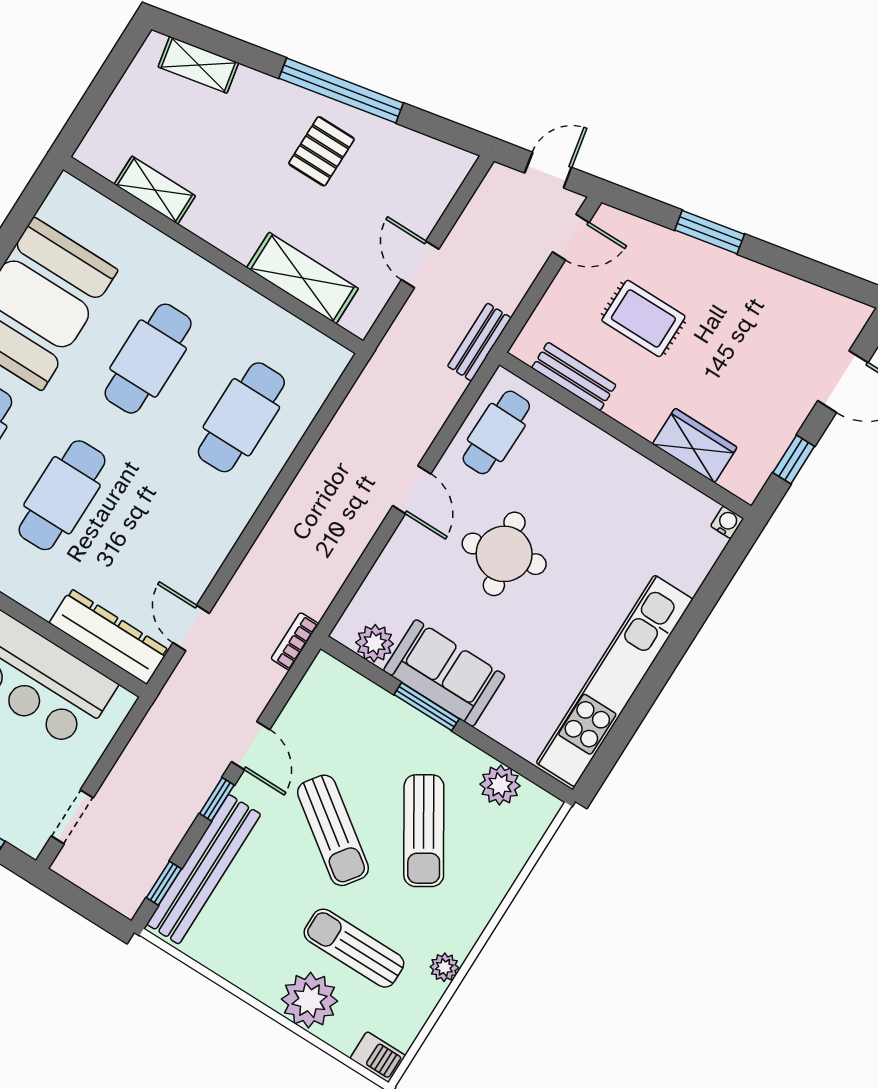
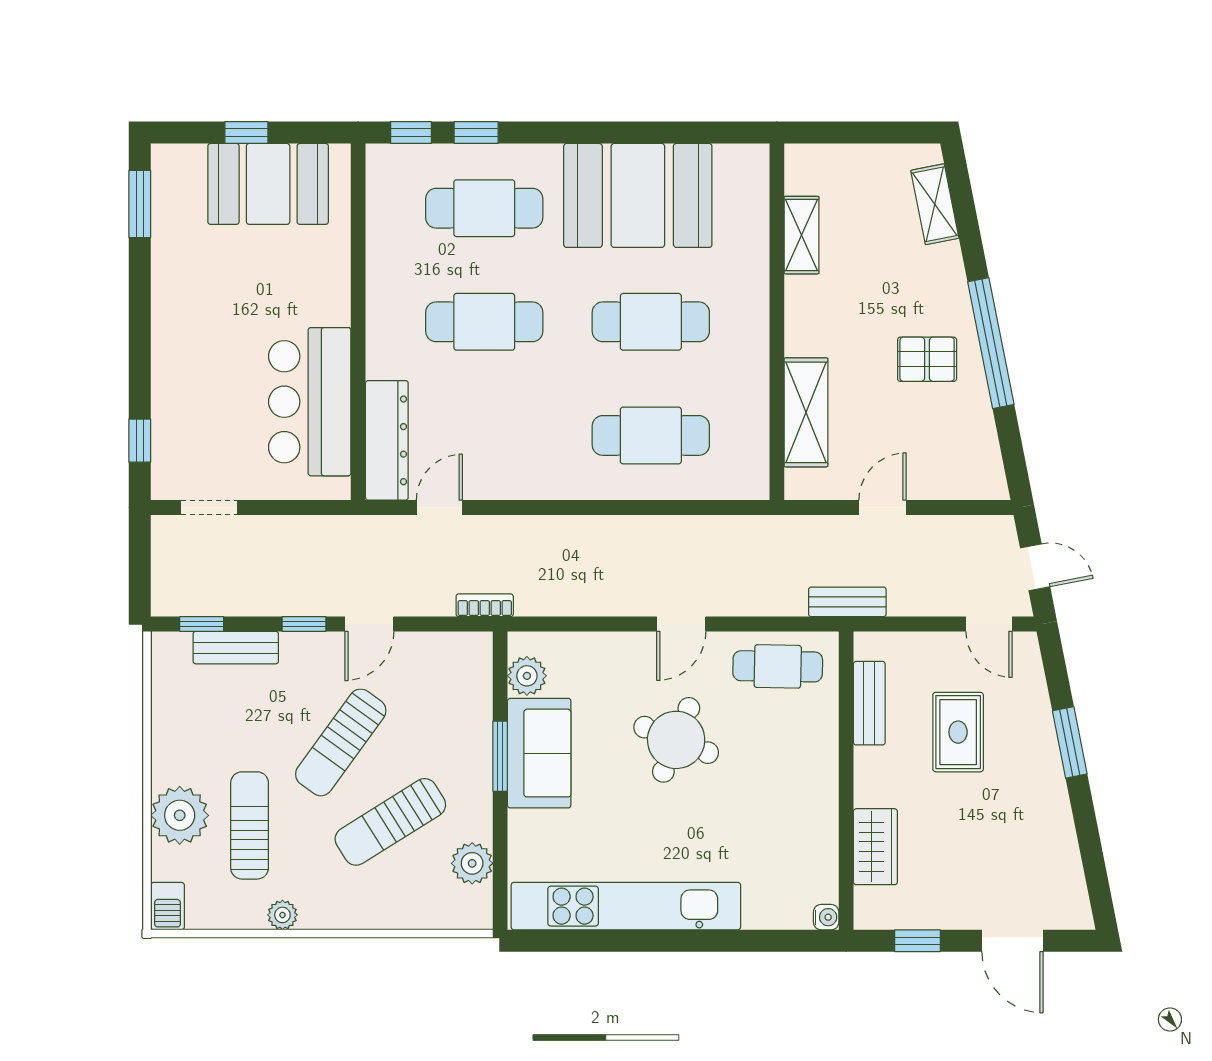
round table: (504, 554) -> (676, 740), turned 36
bench: (204, 869) -> (236, 648), width x0.54, depth x0.82

